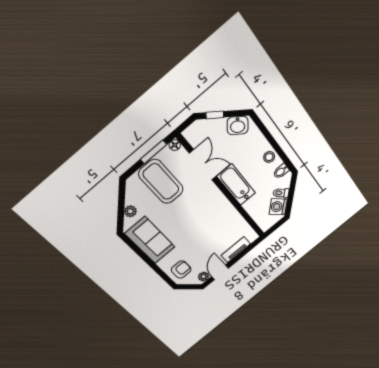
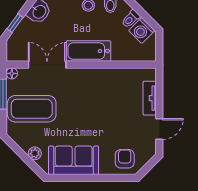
door: (220, 272) -> (159, 129), swing flipped
plant: (204, 277) -> (150, 146), removed

